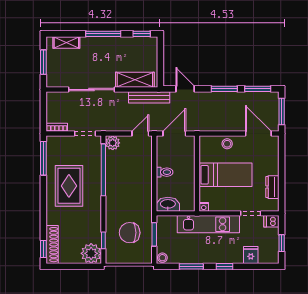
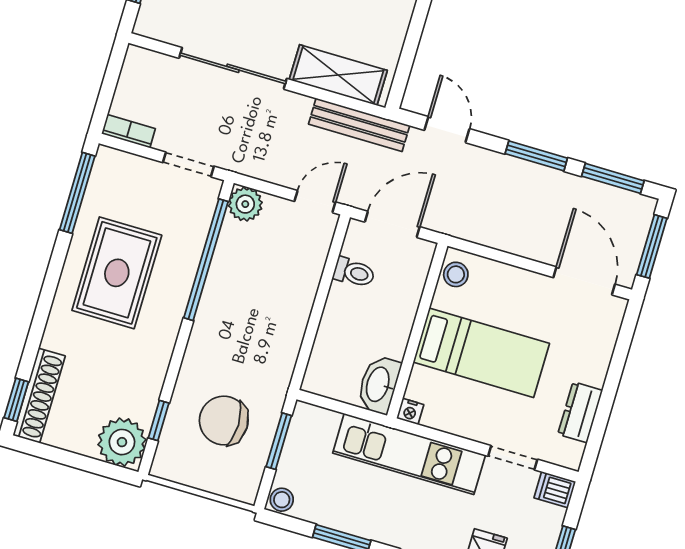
stool: (227, 144) -> (456, 274), moved
toilet: (165, 172) -> (354, 272), moved
washbasin: (168, 204) -> (379, 385), moved, turned -90

